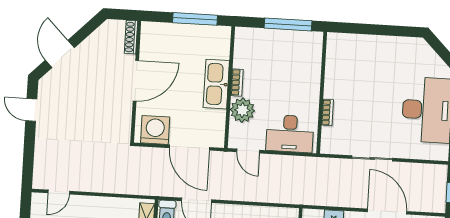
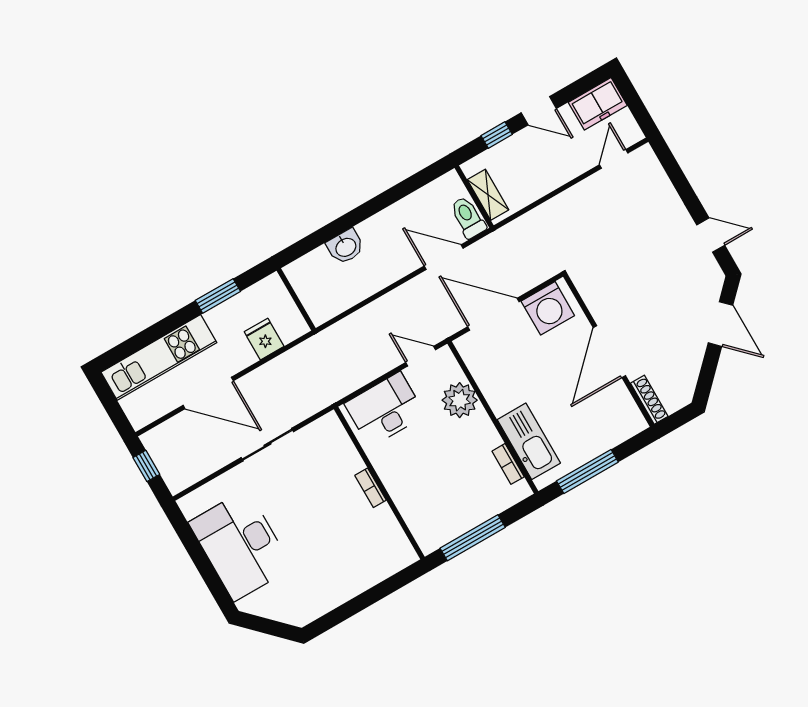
bookcase: (237, 82) -> (508, 464), moved
kitchen sink: (216, 84) -> (529, 441), moved
bookcase: (327, 112) -> (371, 488), moved

